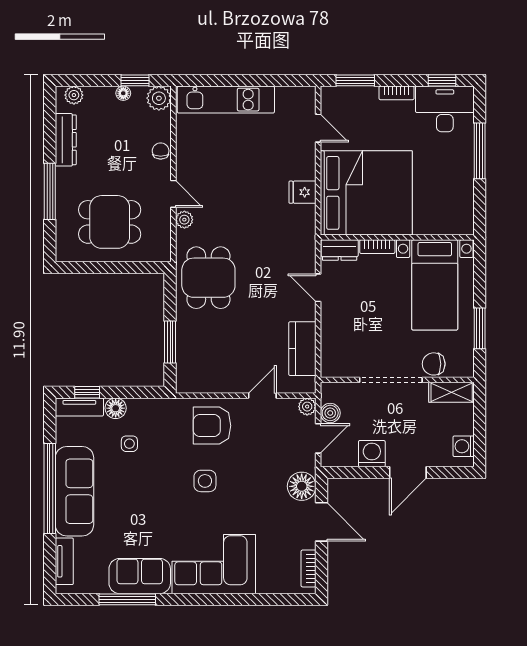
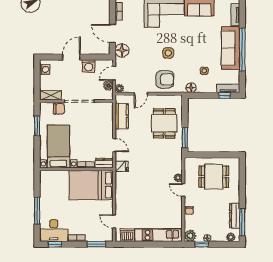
dishwasher: (290, 99) -> (127, 235), added
window: (50, 191) -> (242, 222), moved
fridge: (303, 192) -> (122, 166), moved
bed: (366, 193) -> (91, 185), width x0.73
dining table: (208, 278) -> (164, 123), moved
window: (170, 342) -> (185, 138), moved
floor lamp: (116, 408) -> (191, 88), moved

